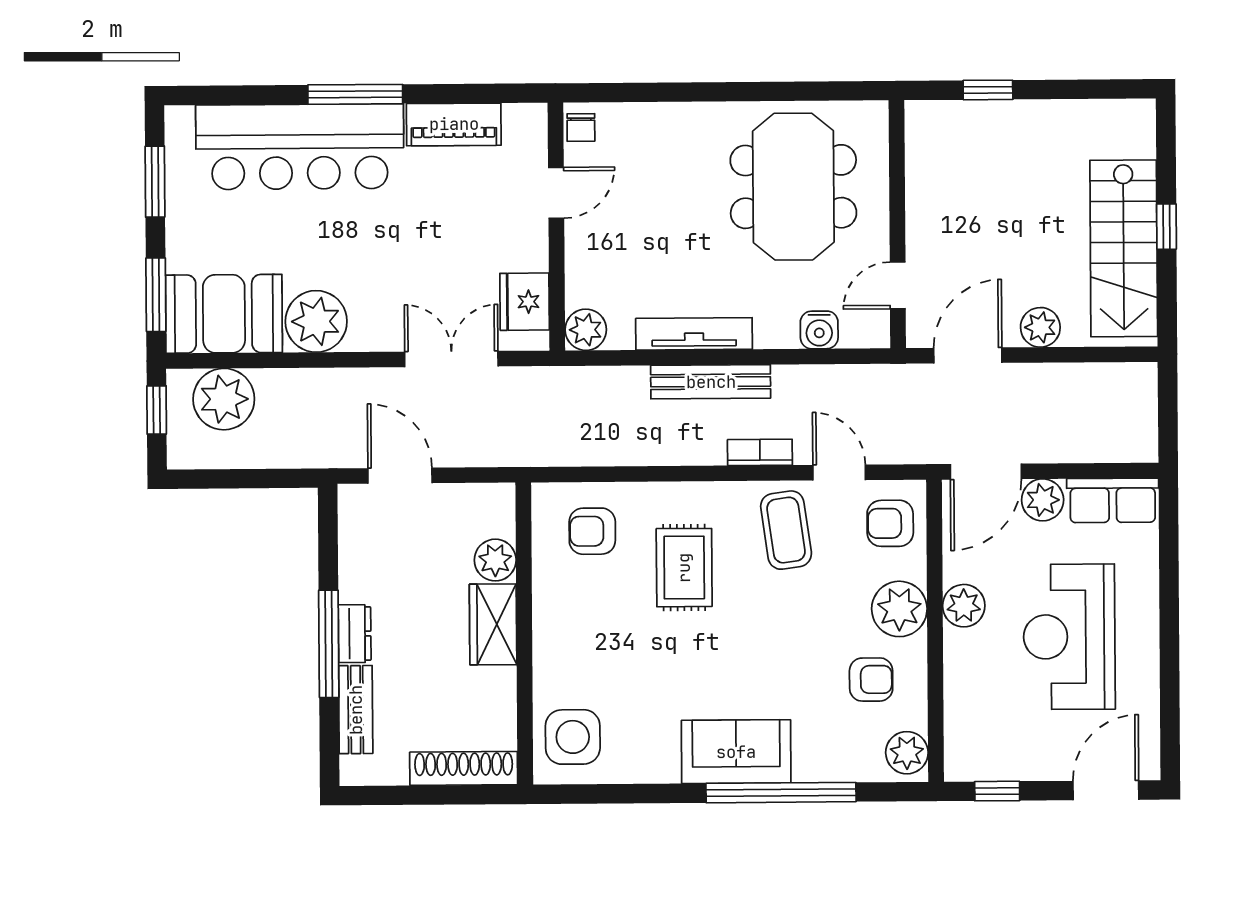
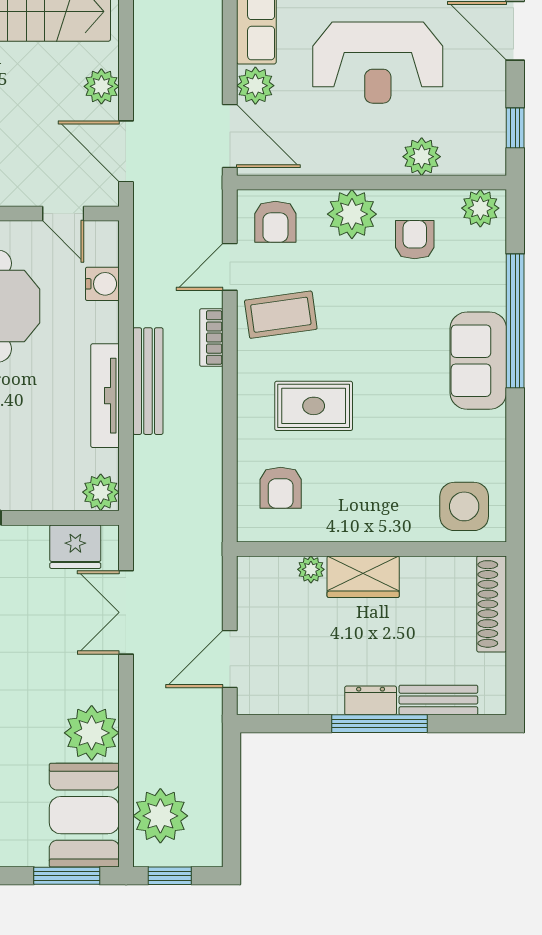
plant: (495, 560) -> (311, 569), width x0.73, depth x0.73
plant: (964, 606) -> (422, 157), moved

